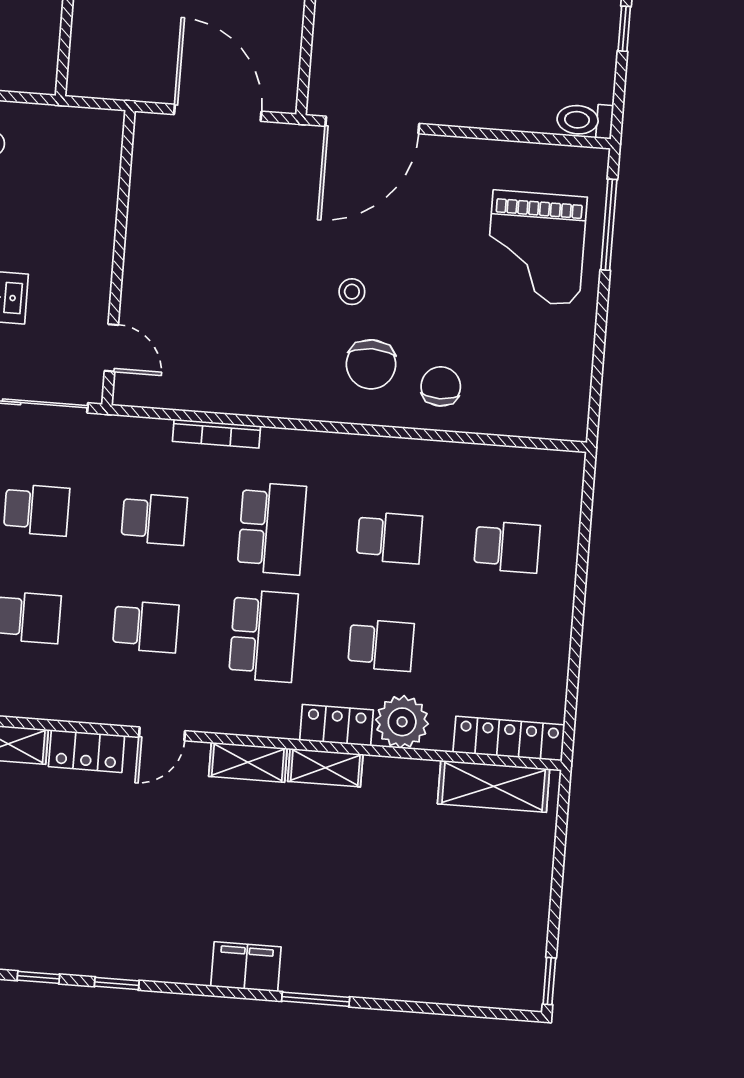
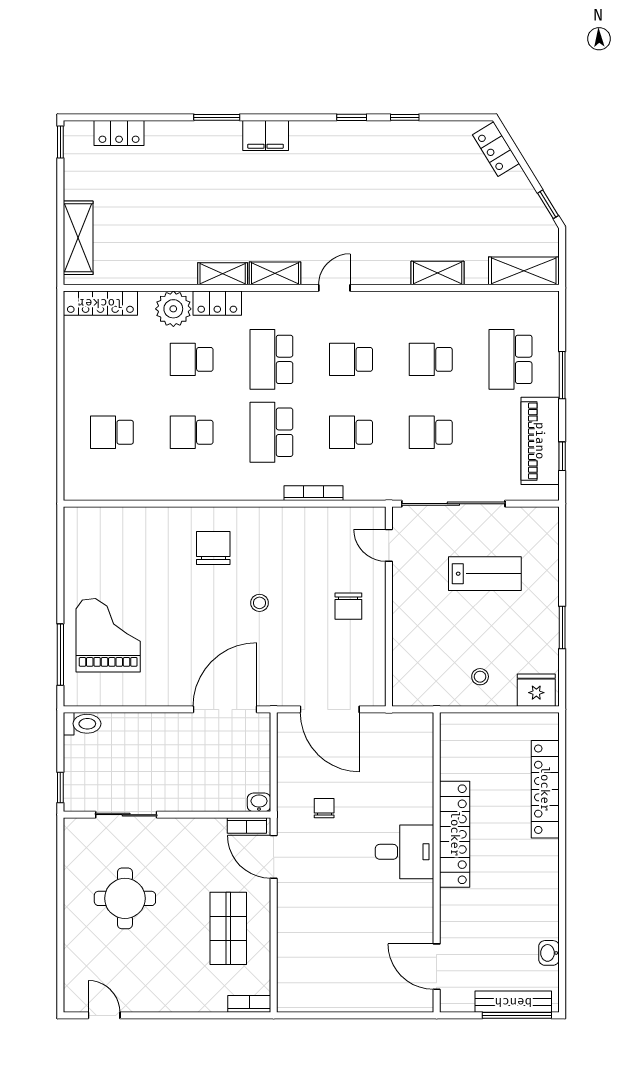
stool: (352, 292) -> (259, 603), moved
chair: (441, 386) -> (348, 606), moved
locker: (87, 751) -> (119, 133), moved, turned 180
shelving: (494, 786) -> (78, 238), moved, turned 90

